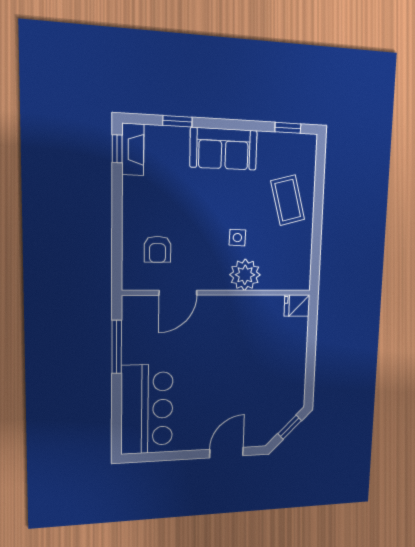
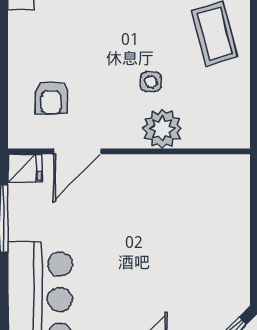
fridge: (297, 306) -> (25, 168), moved, turned 180

